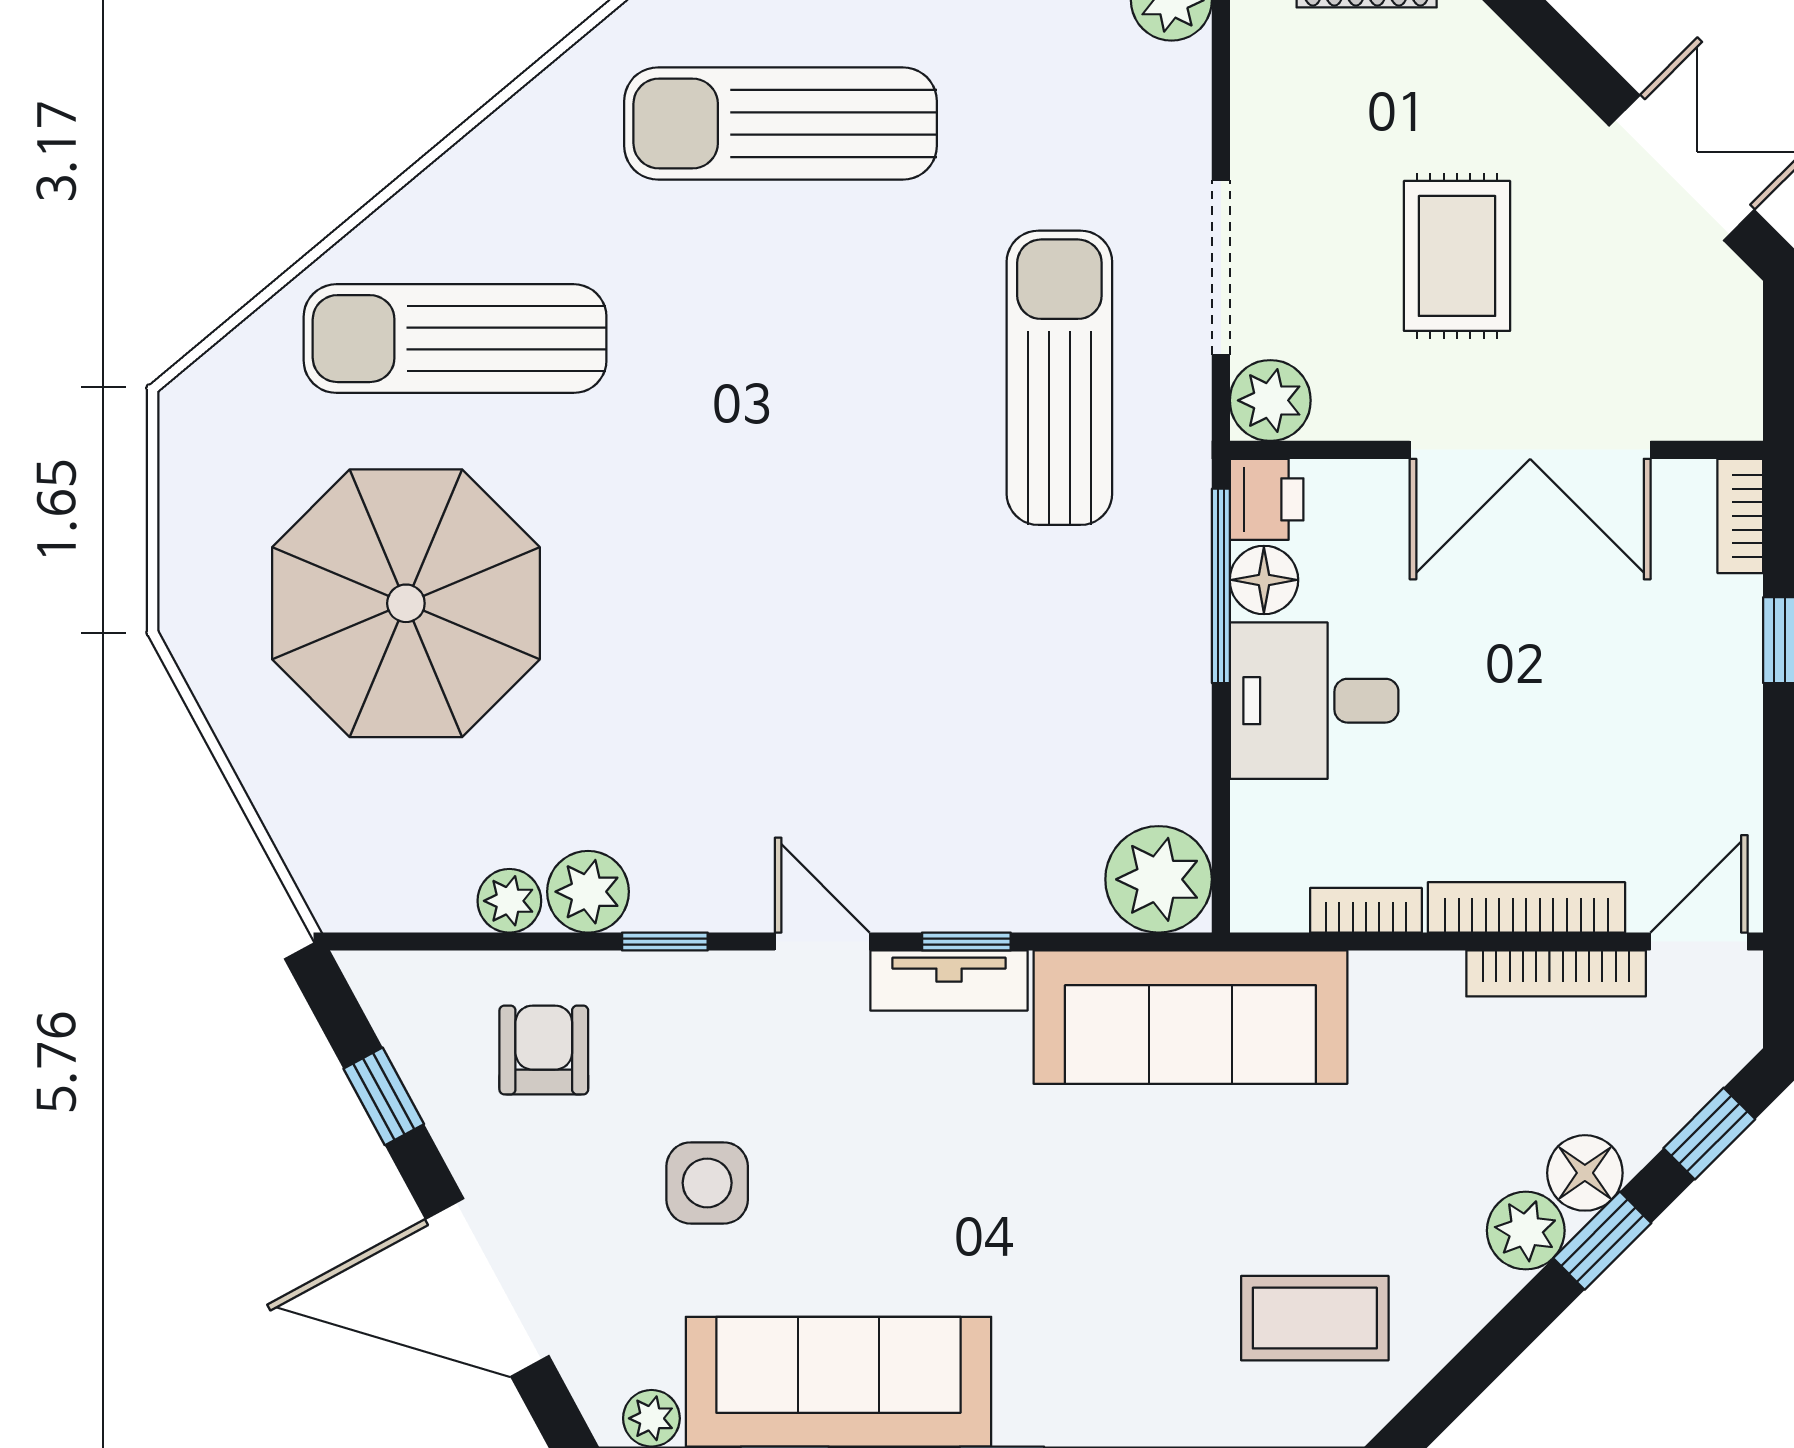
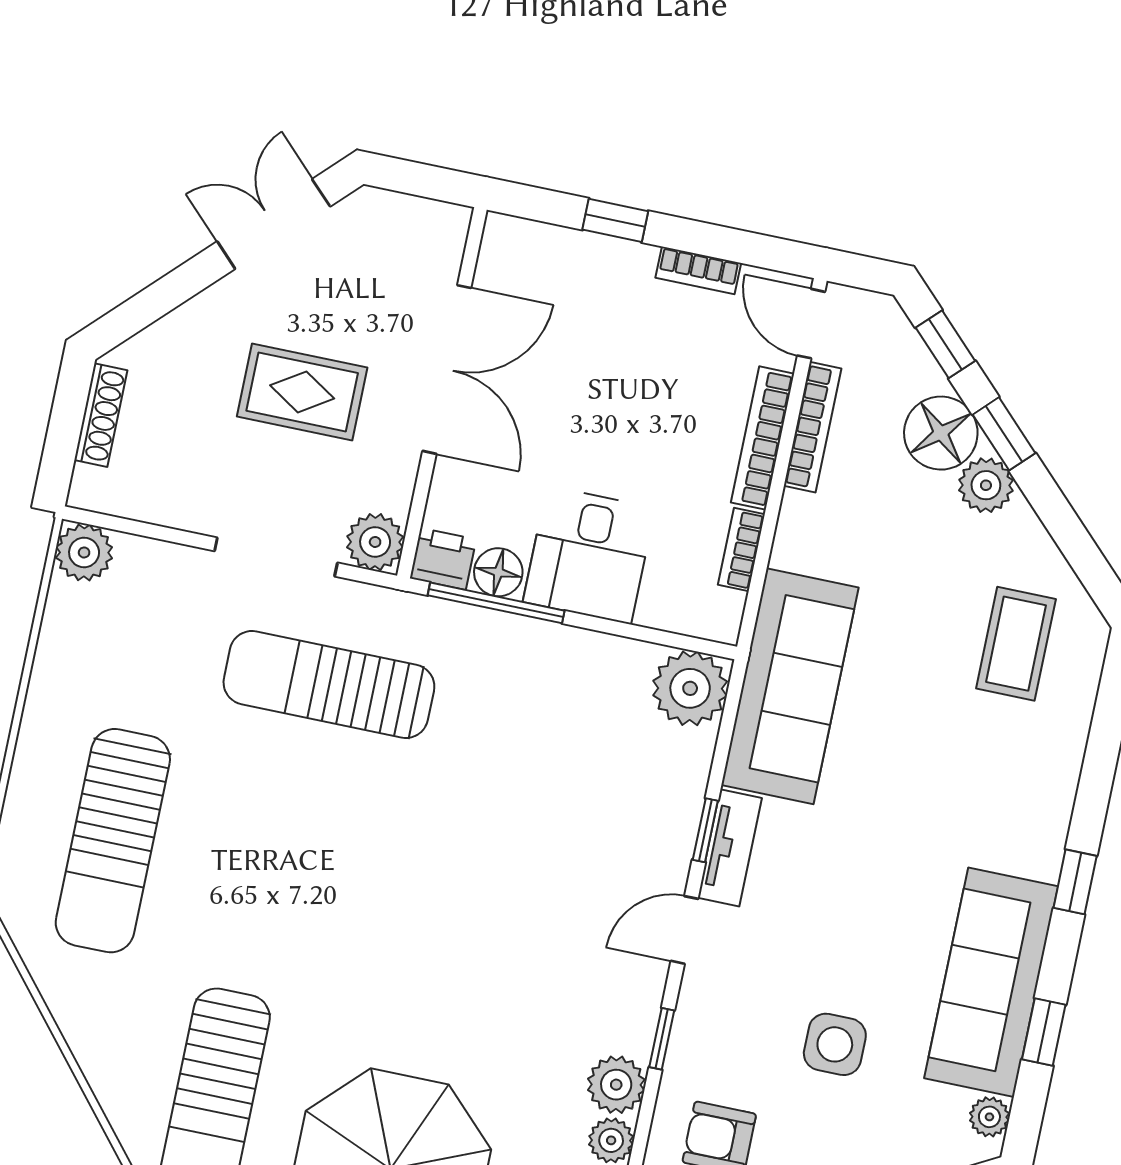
bookcase: (1740, 516) -> (698, 270), moved
floor lamp: (1585, 1173) -> (941, 433), width x1.38, depth x1.38

